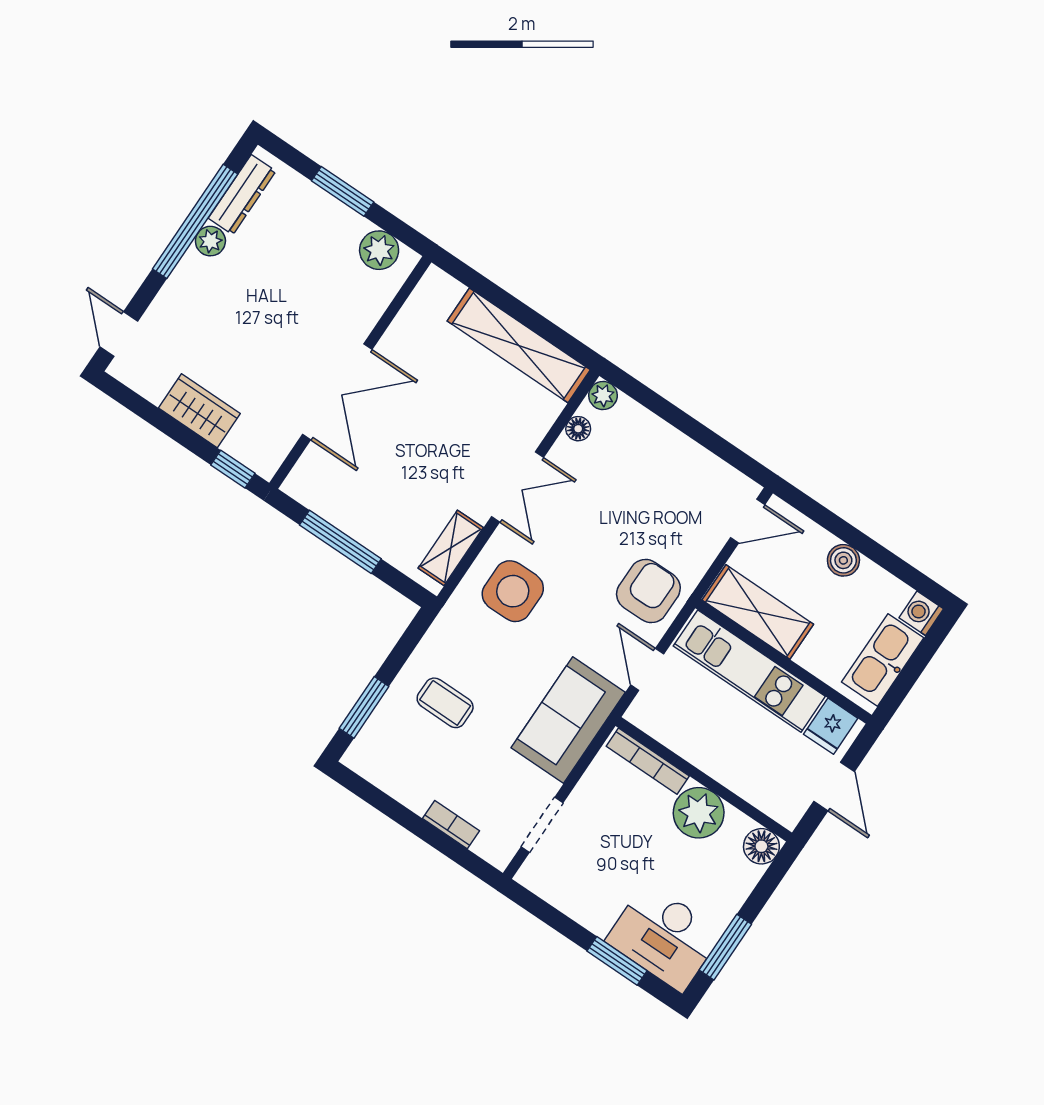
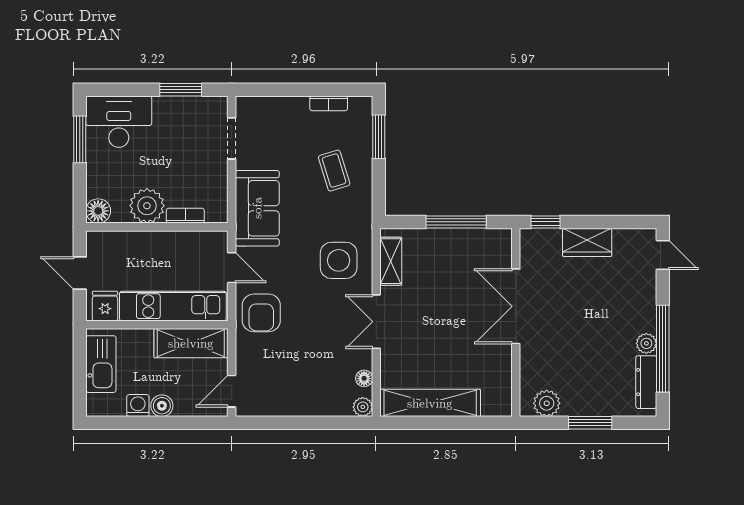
washing machine: (921, 613) -> (138, 406), moved, turned -90
coffee table: (445, 703) -> (334, 171), turned 73
bookcase: (648, 761) -> (185, 216), width x0.64
bookcase: (451, 825) -> (329, 103), moved
window: (617, 961) -> (181, 90), moved

